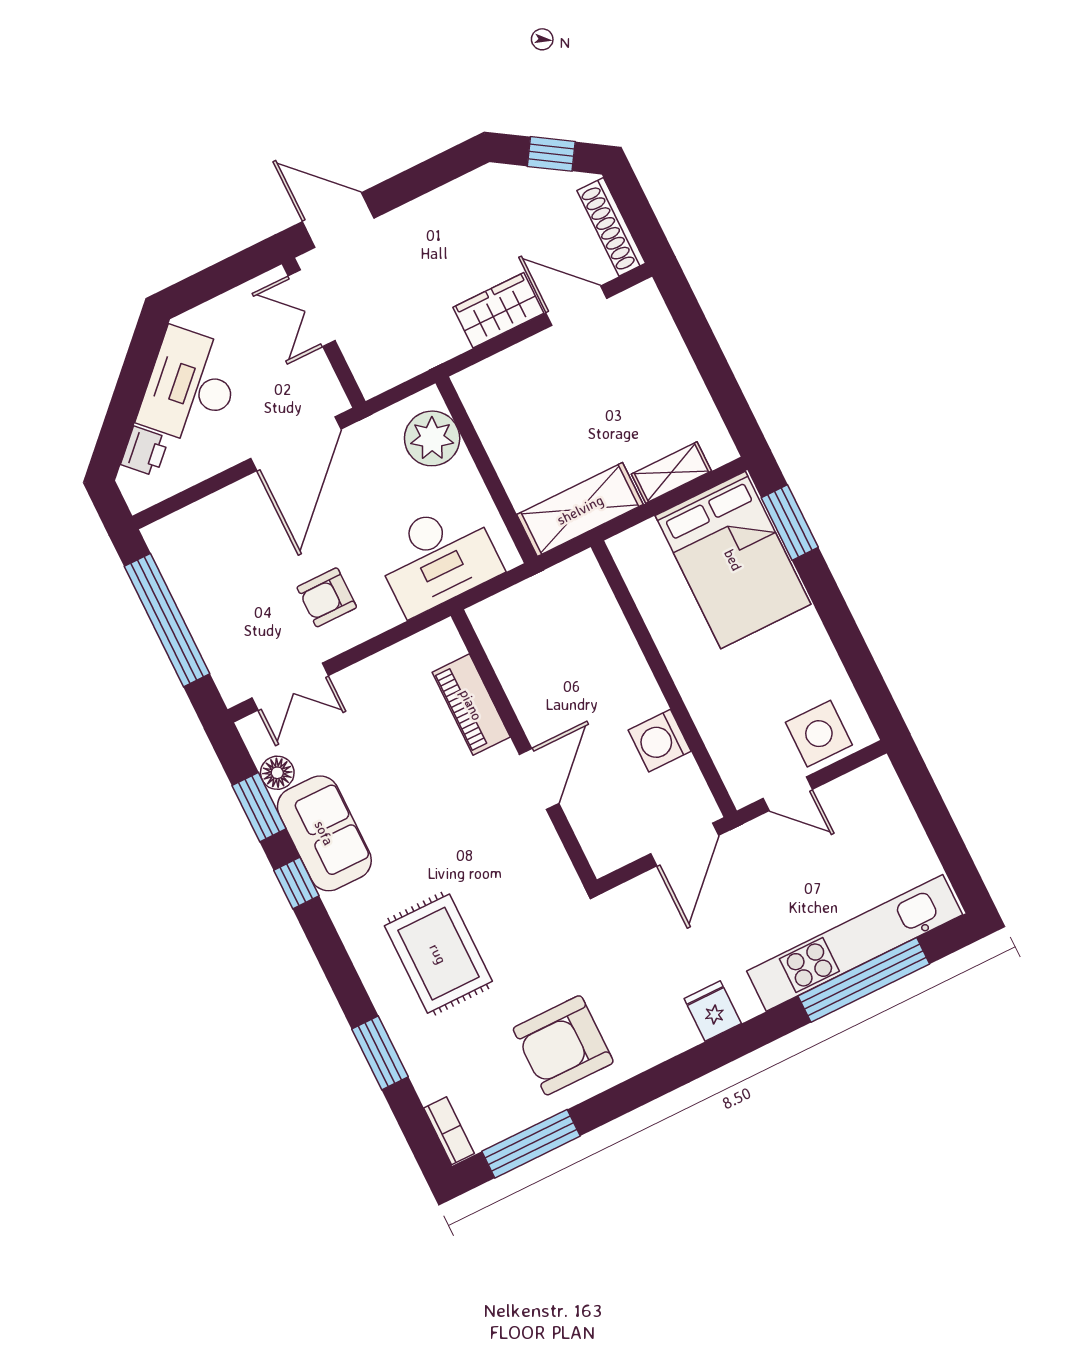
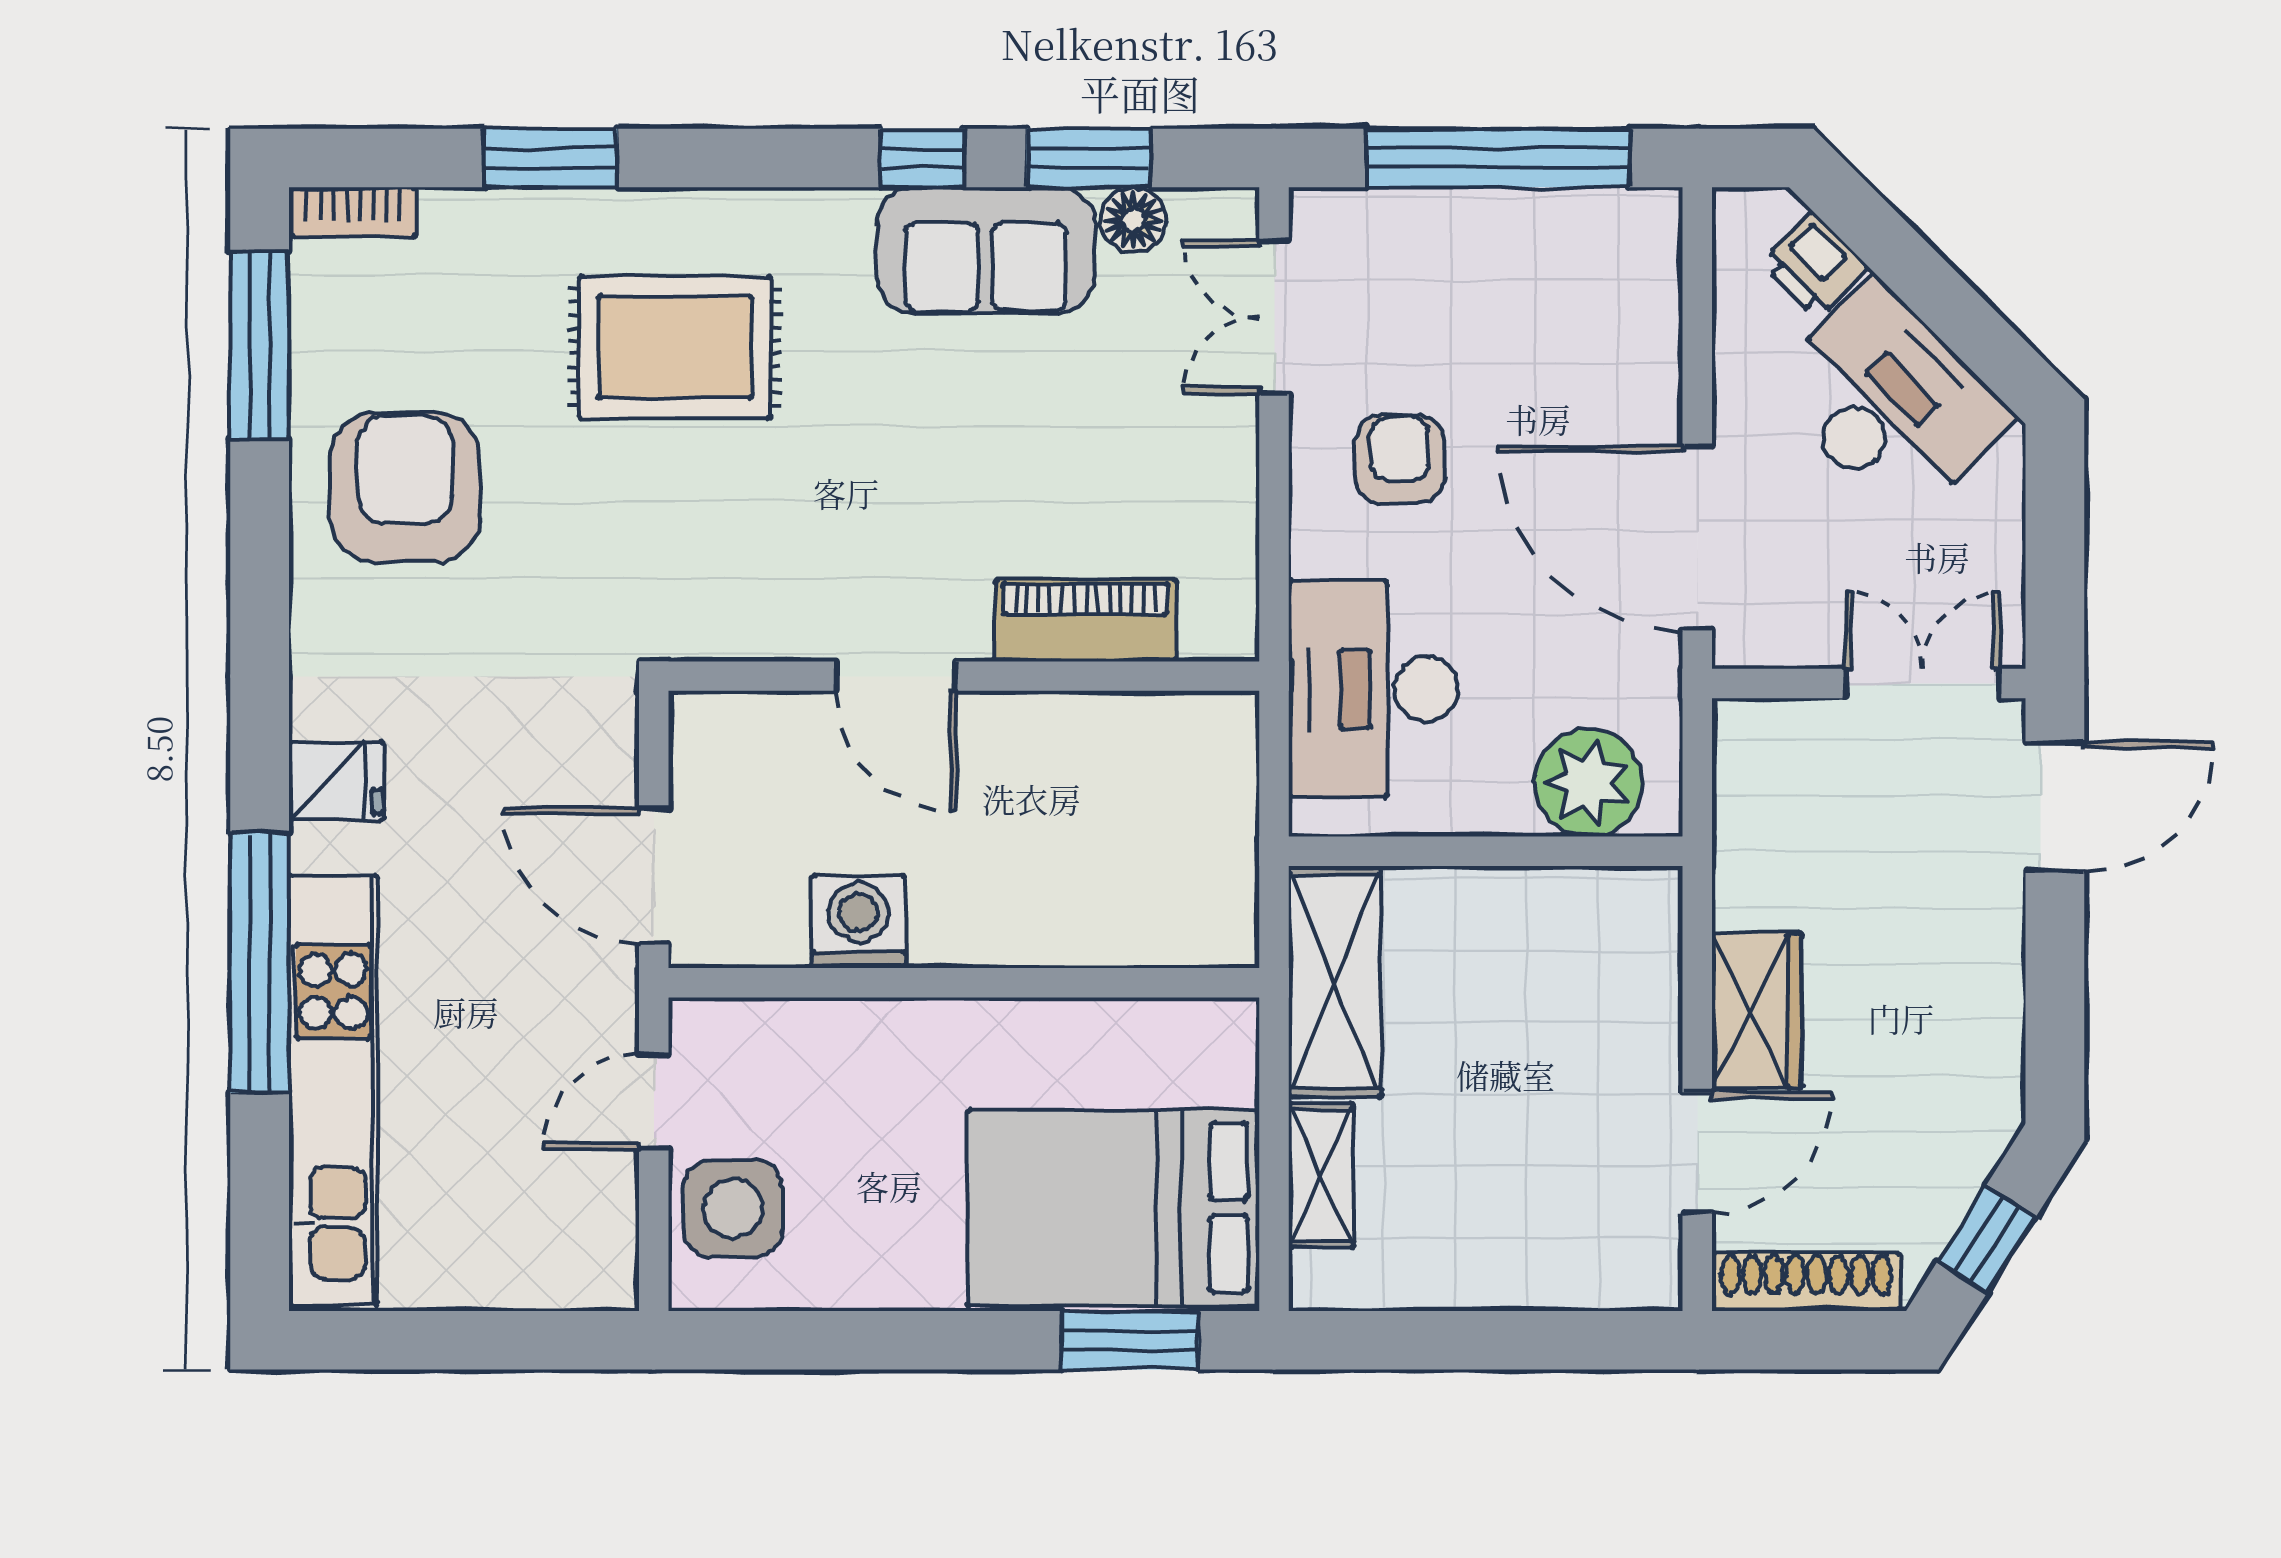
window: (864, 980) -> (260, 963), moved

